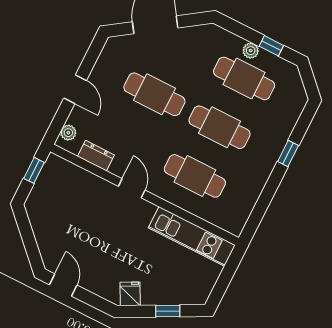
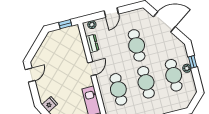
window: (271, 46) -> (193, 62), moved

